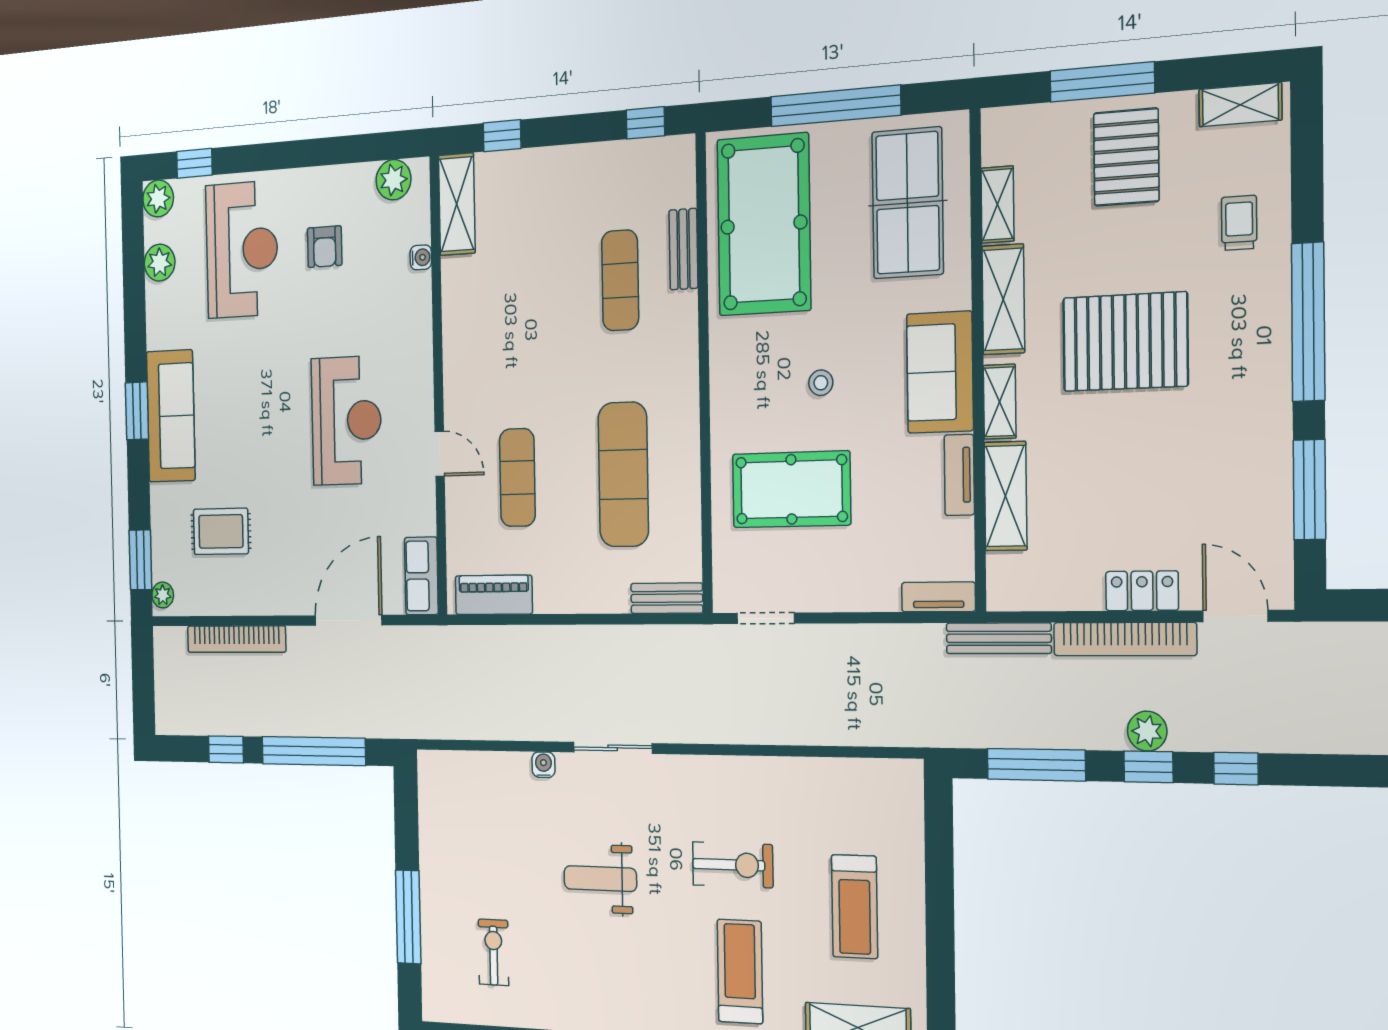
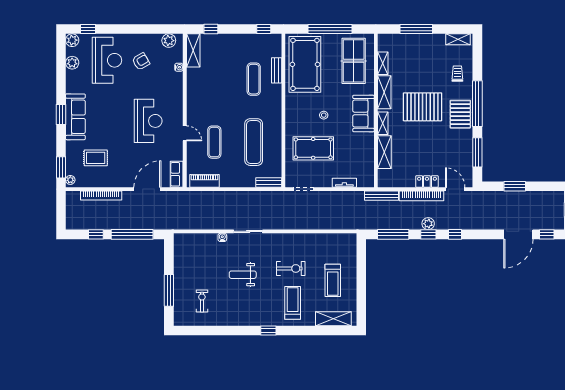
pallet: (1126, 157) -> (460, 114), moved
armchair: (325, 247) -> (141, 61), turned -120
tv unit: (959, 475) -> (369, 145), removed
tv unit: (938, 597) -> (344, 183), moved

